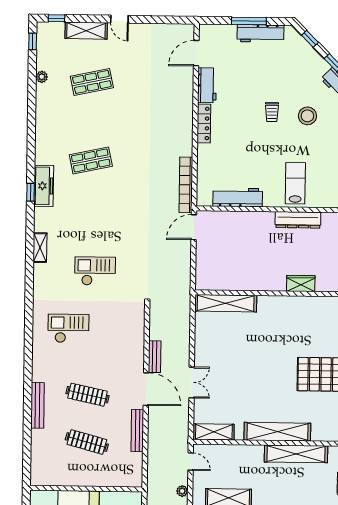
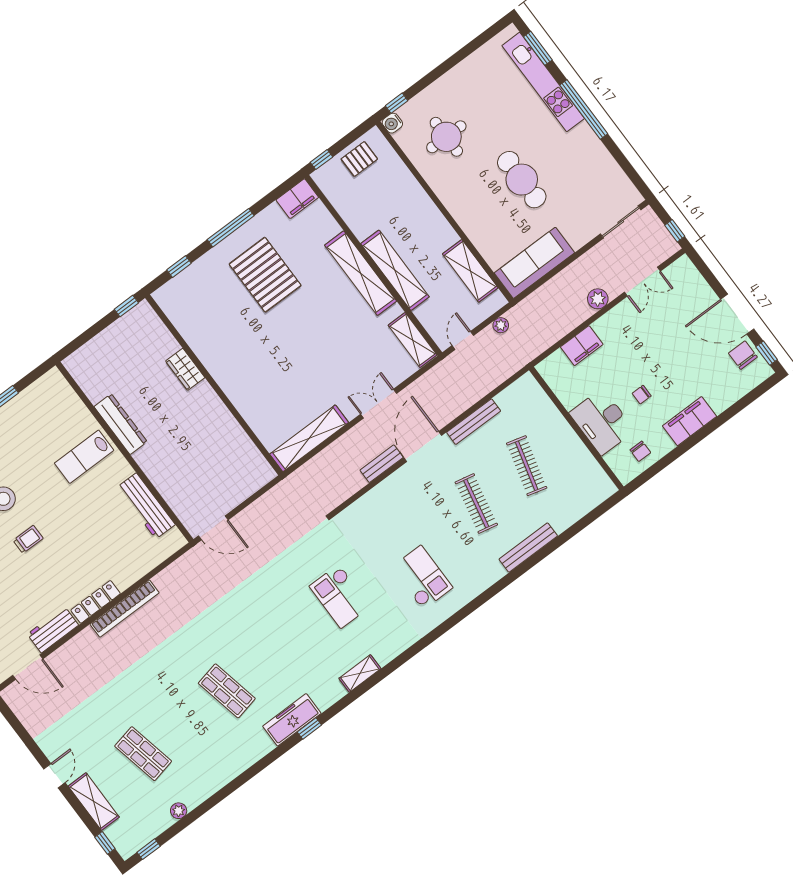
bookcase: (186, 185) -> (125, 609), moved
shelving: (226, 303) -> (309, 438), moved, turned 90
checkout: (68, 328) -> (422, 578), turned 180
shelving: (296, 454) -> (395, 270), moved

